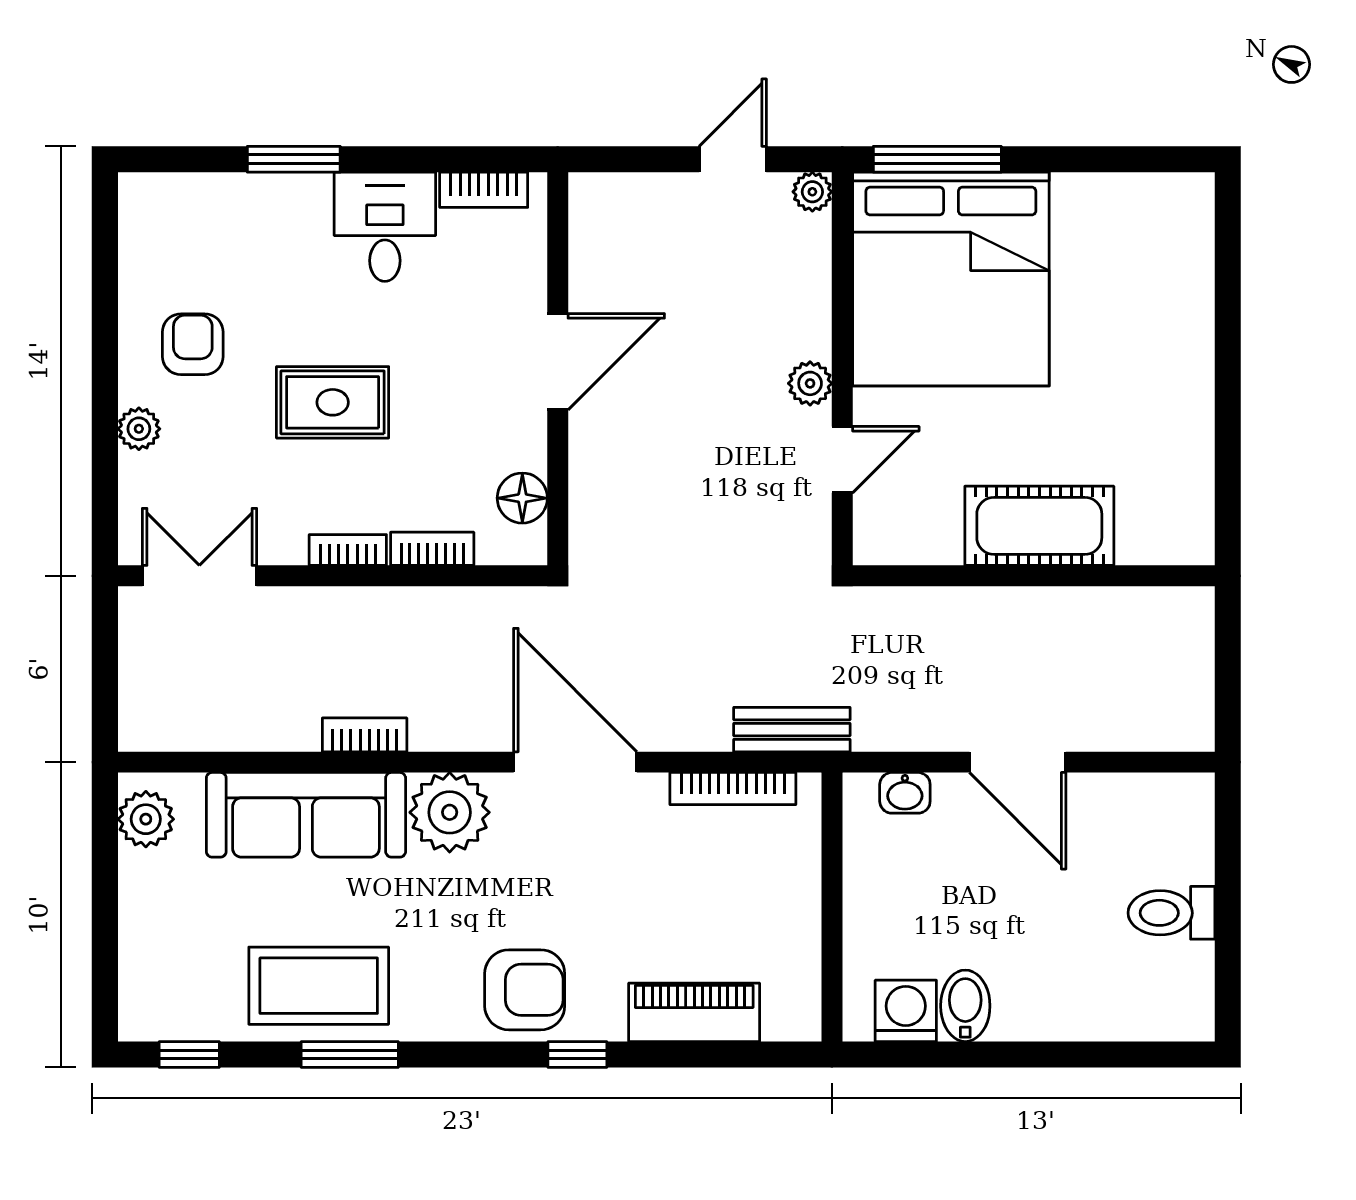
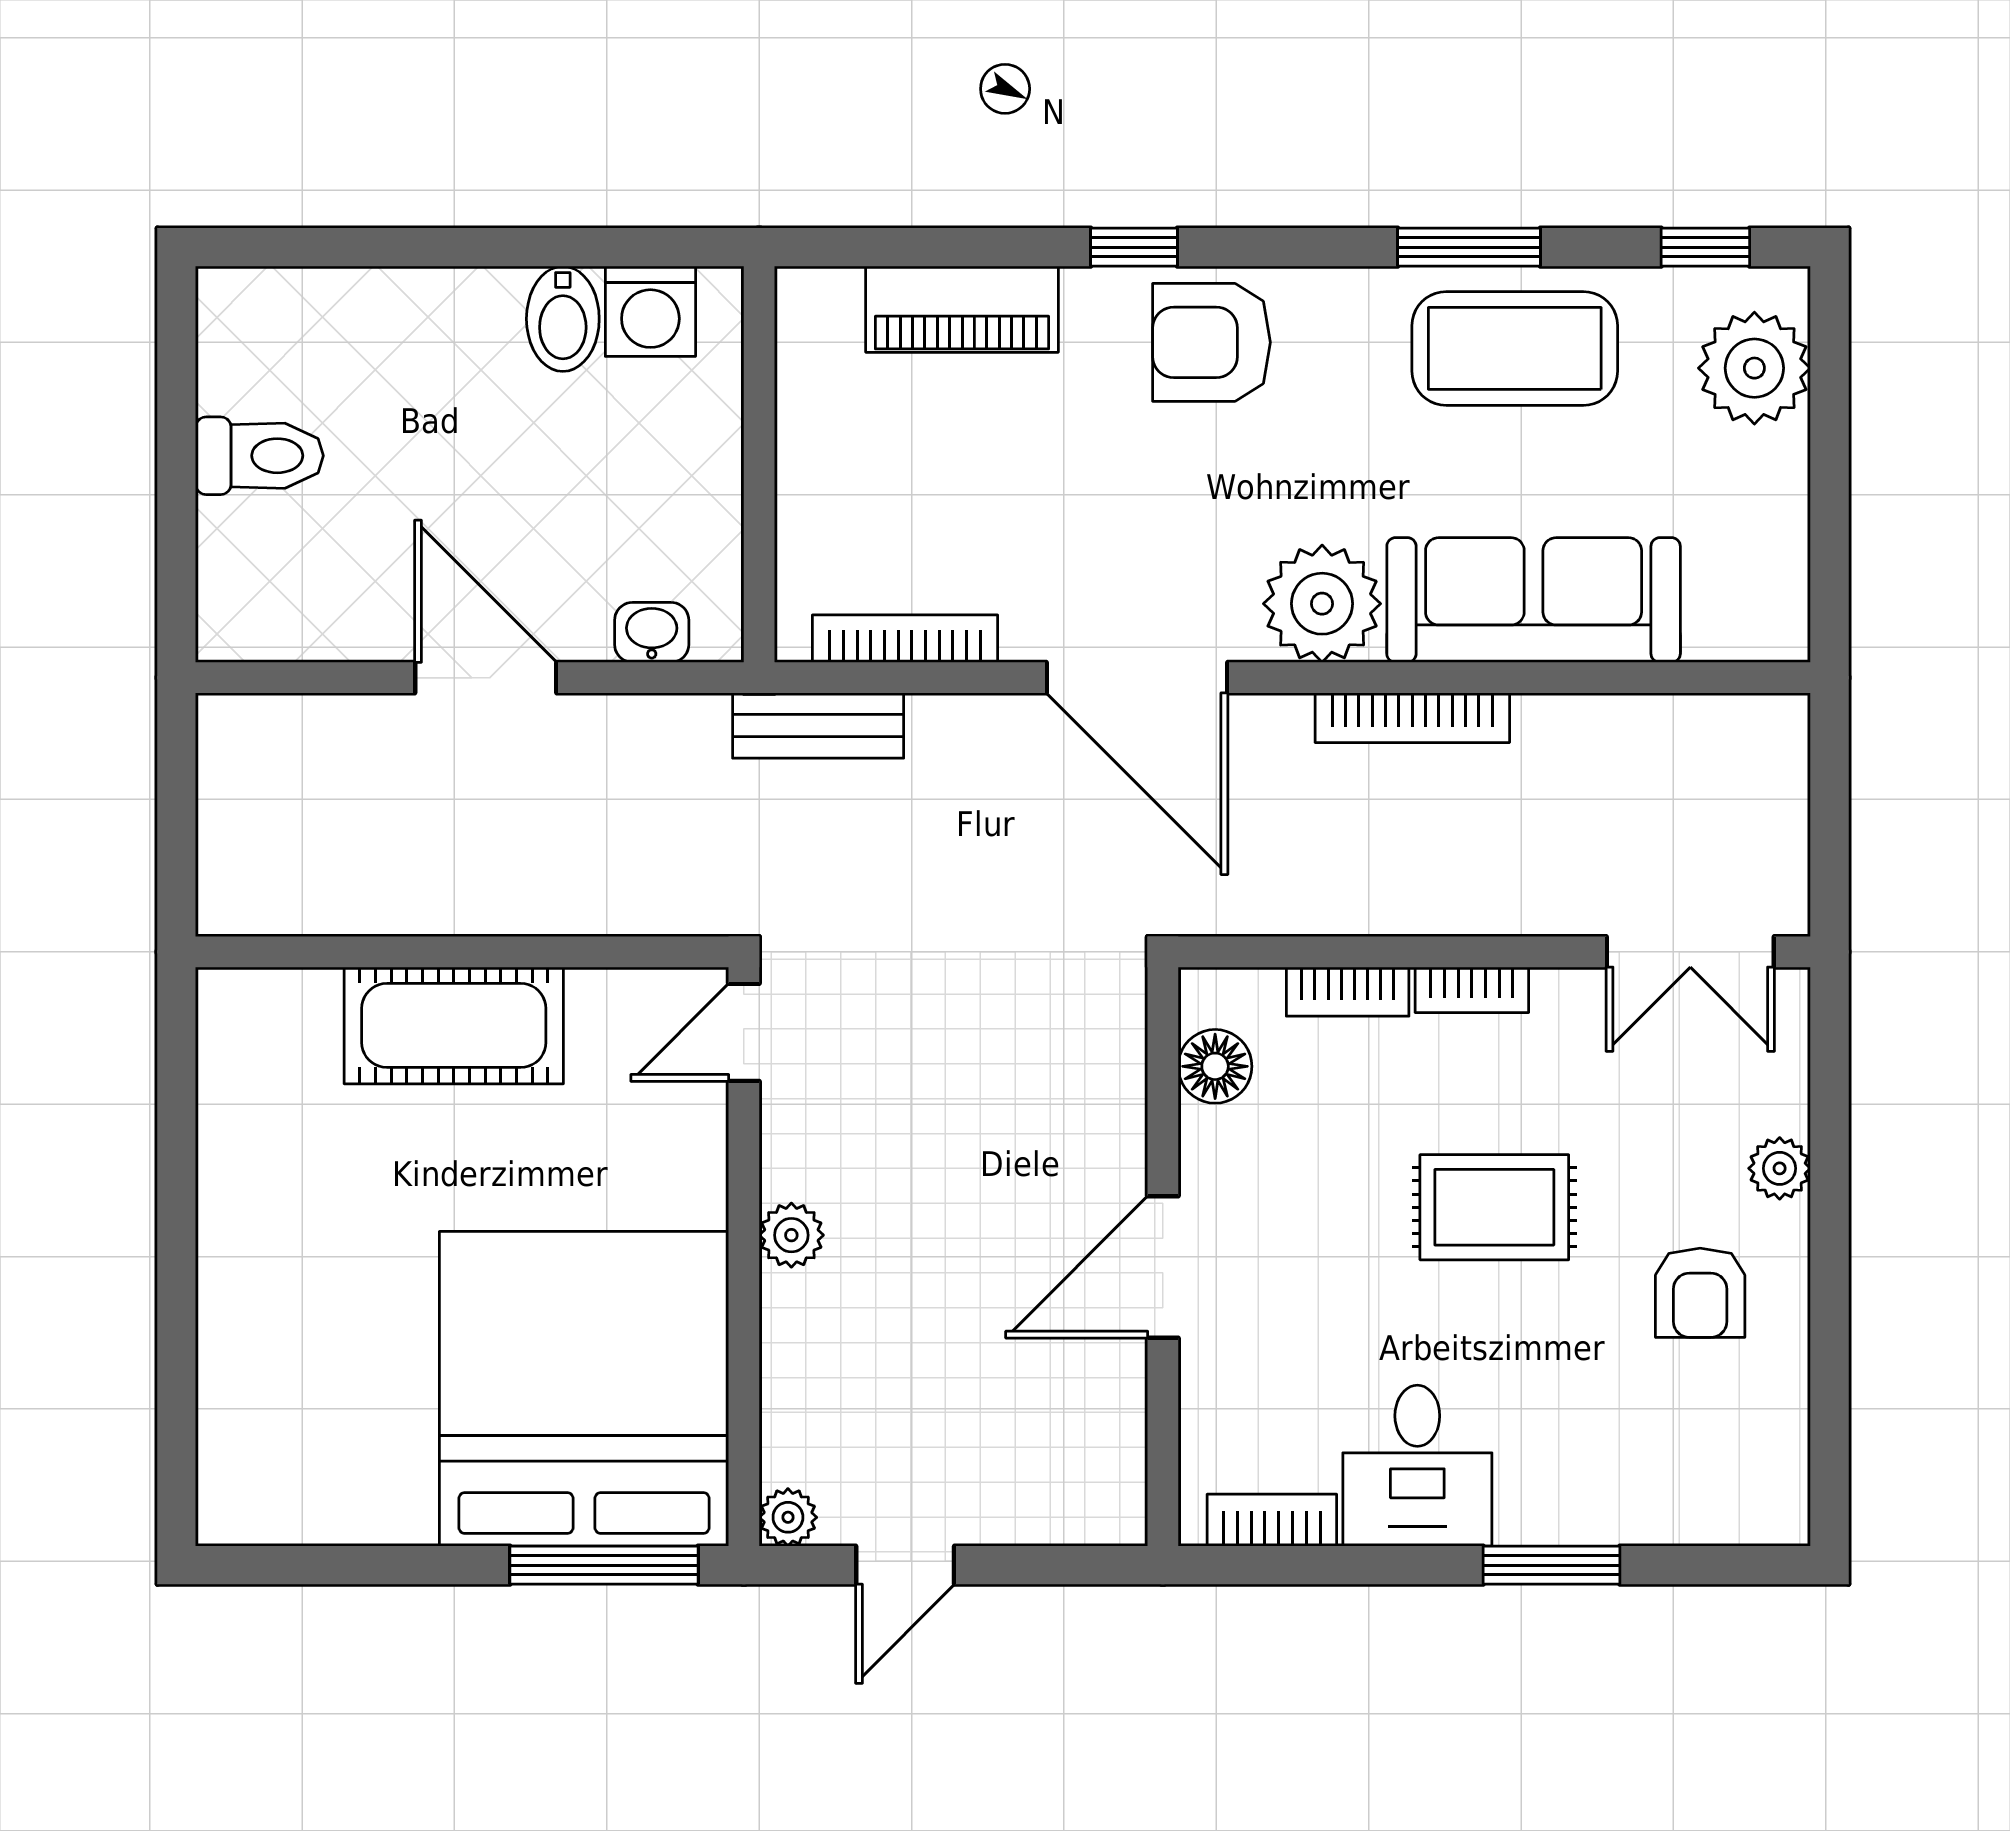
door: (842, 460) -> (744, 1032), moved
bookcase: (365, 735) -> (1412, 718), width x1.56
plant: (146, 819) -> (1754, 368), moved, width x1.36, depth x1.36

